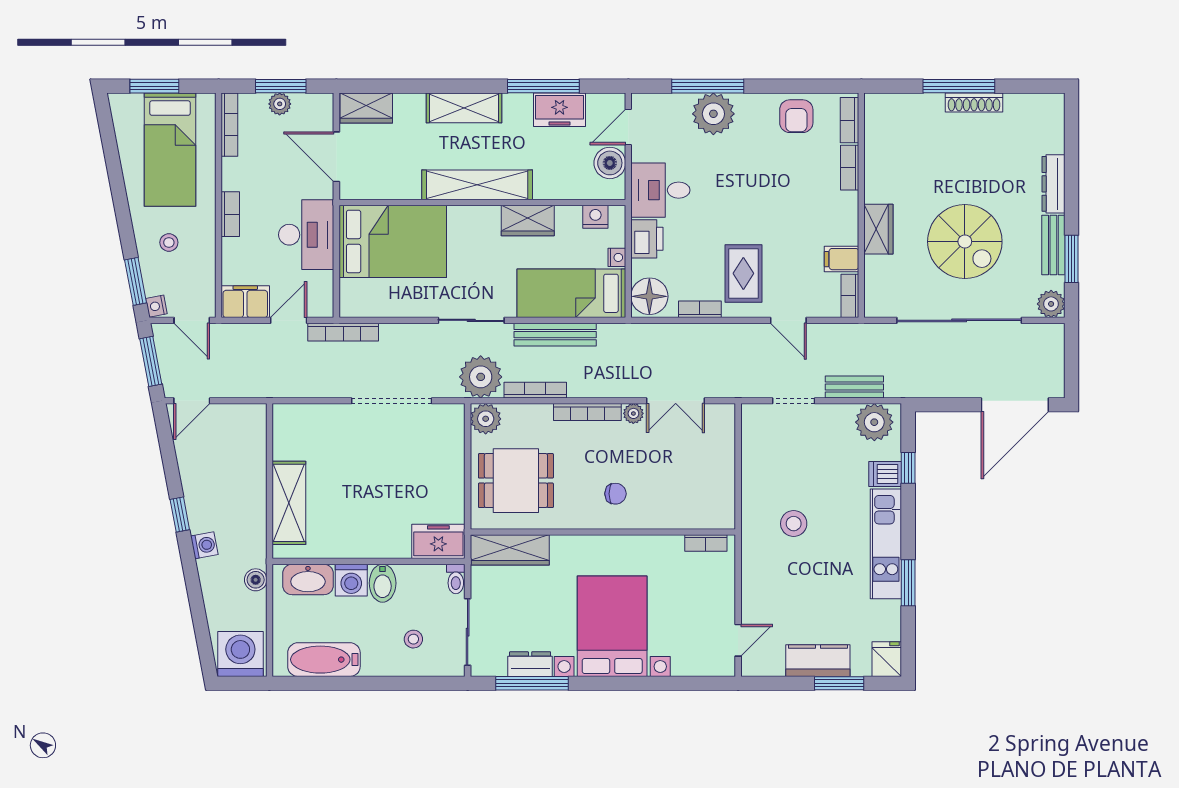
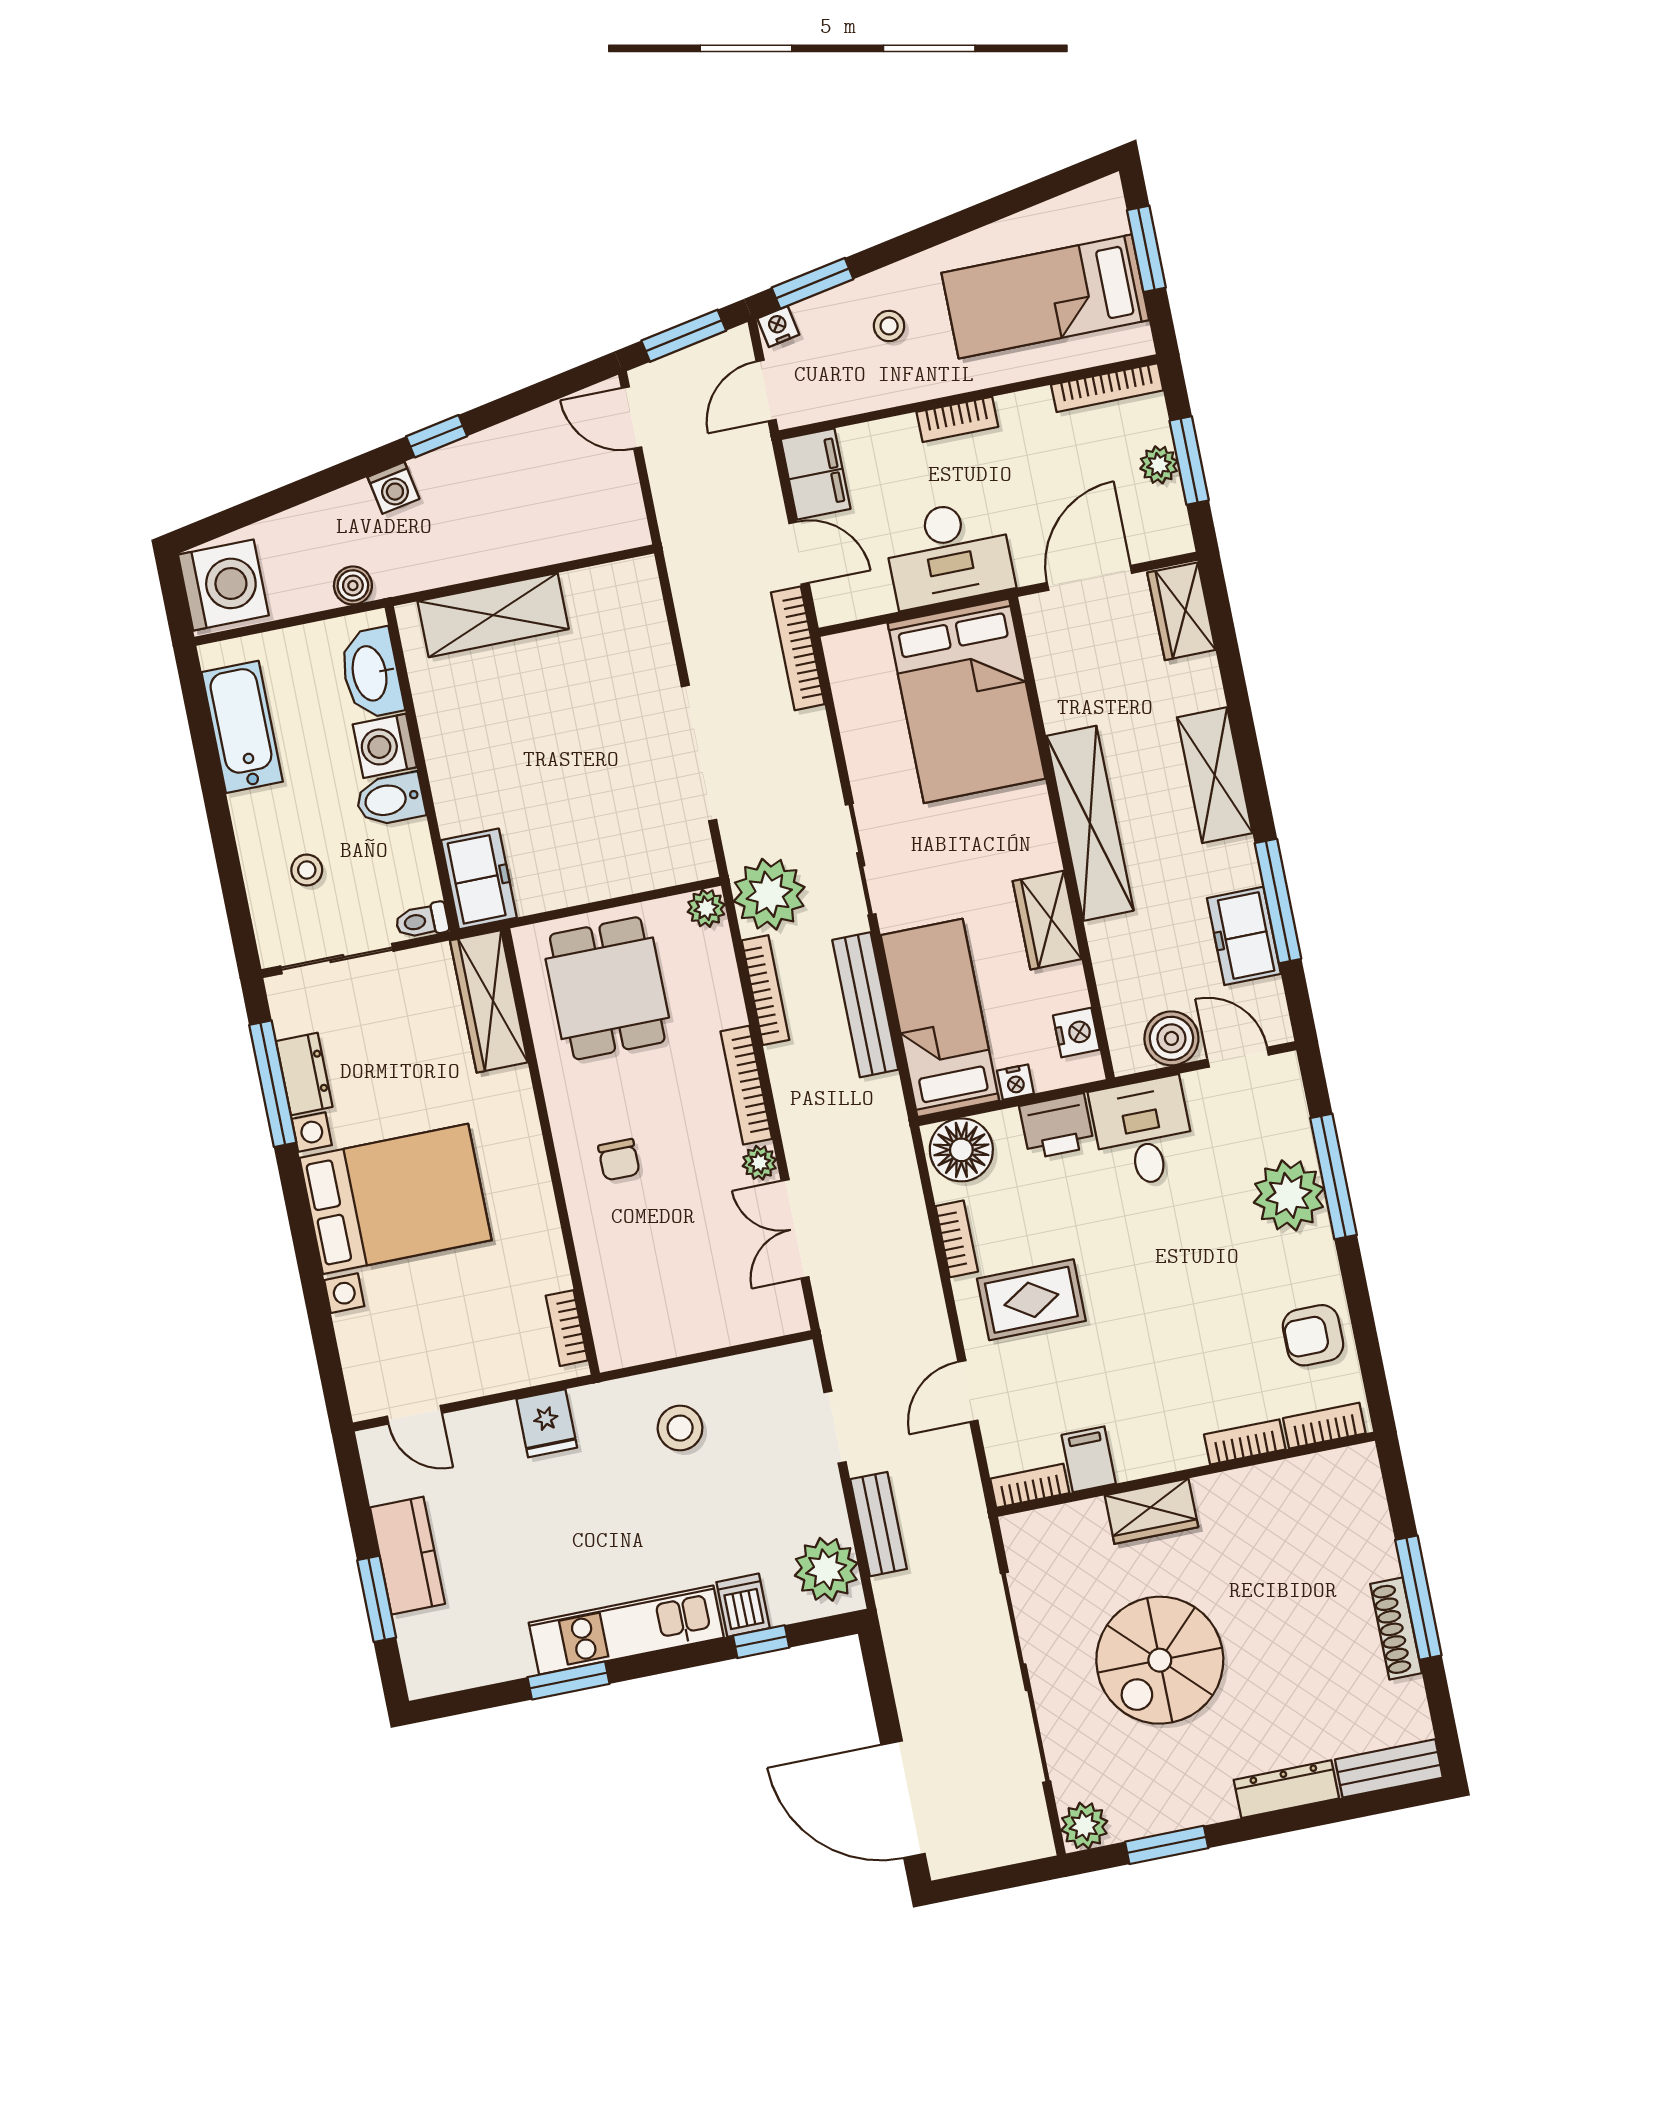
bench: (1053, 245) -> (1389, 1768), moved
plant: (486, 419) -> (706, 908), width x0.73, depth x0.73
stool: (794, 524) -> (680, 1428), moved
fridge: (887, 659) -> (547, 1423), moved, turned 90

